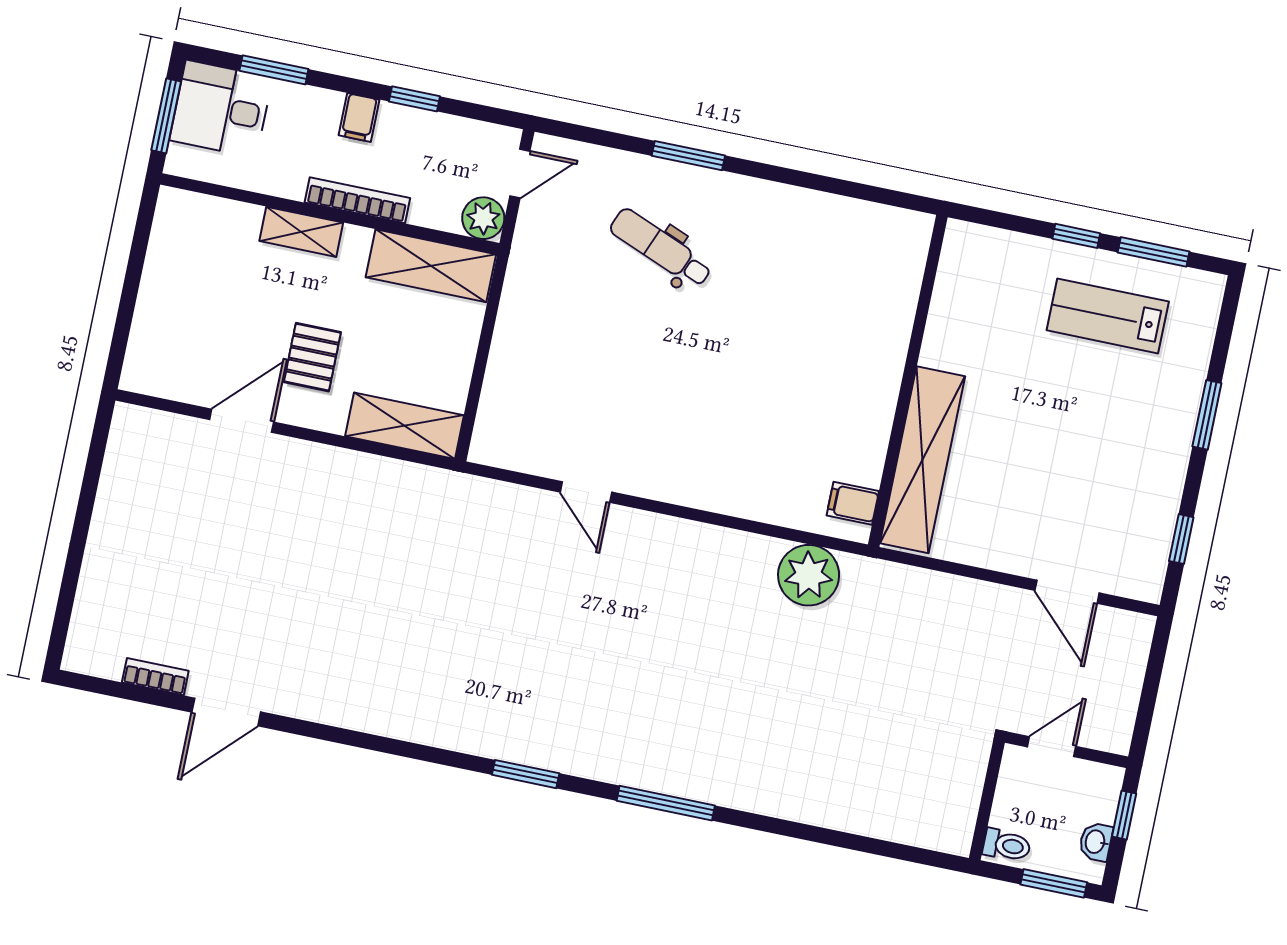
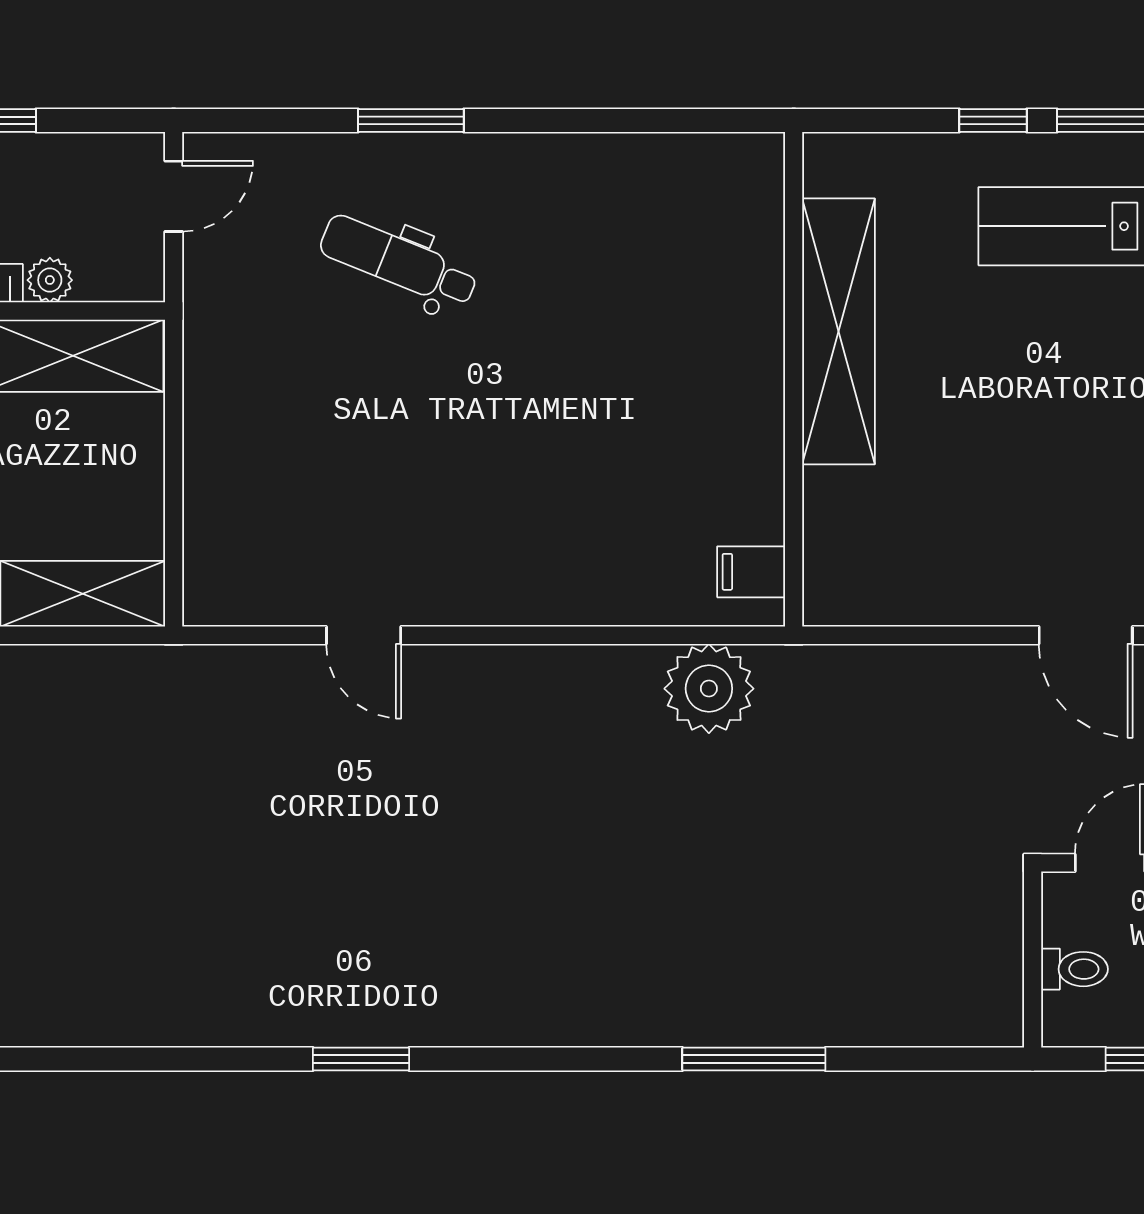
plant: (483, 218) -> (50, 280), moved, width x0.73, depth x0.73
shelving: (923, 460) -> (839, 331), moved
window: (666, 803) -> (754, 1059), moved
toilet: (1007, 845) -> (1075, 969), moved

